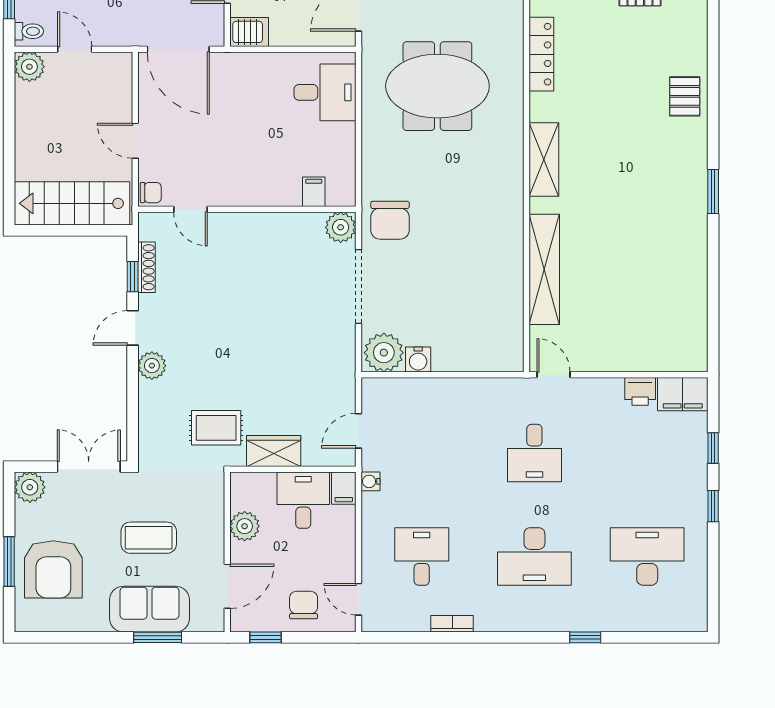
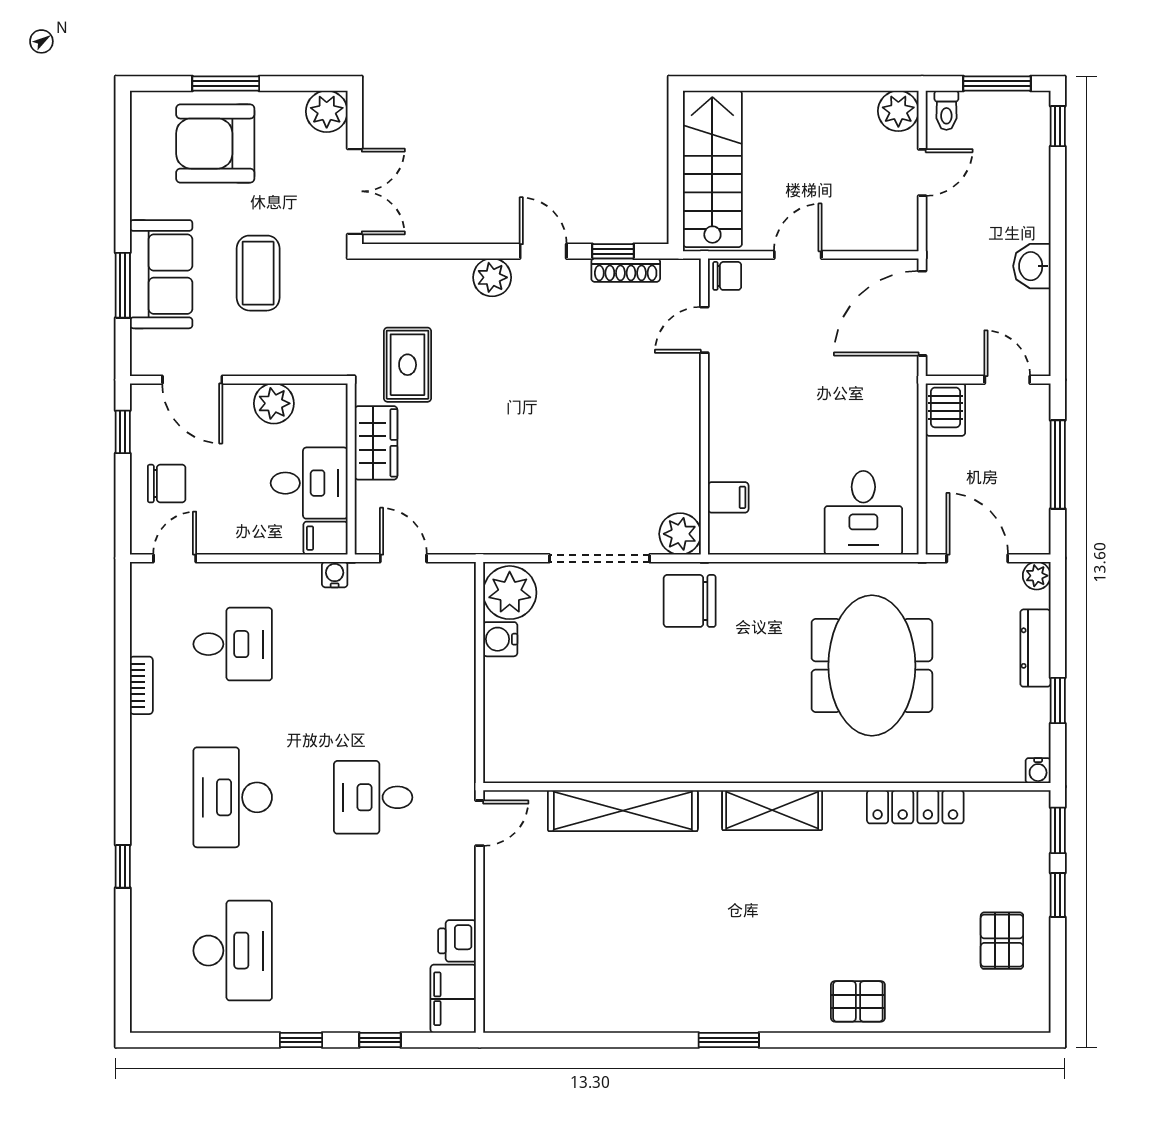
chair: (151, 193) -> (727, 276), turned -90

